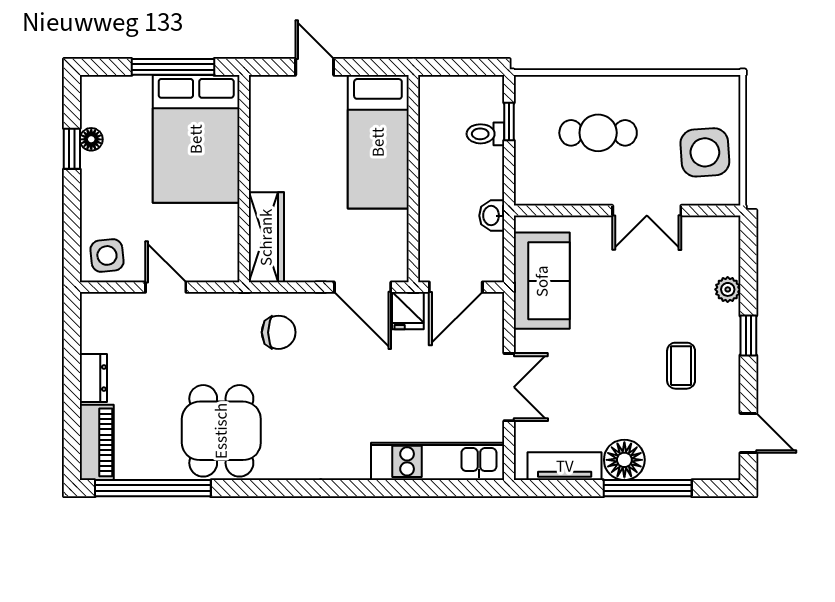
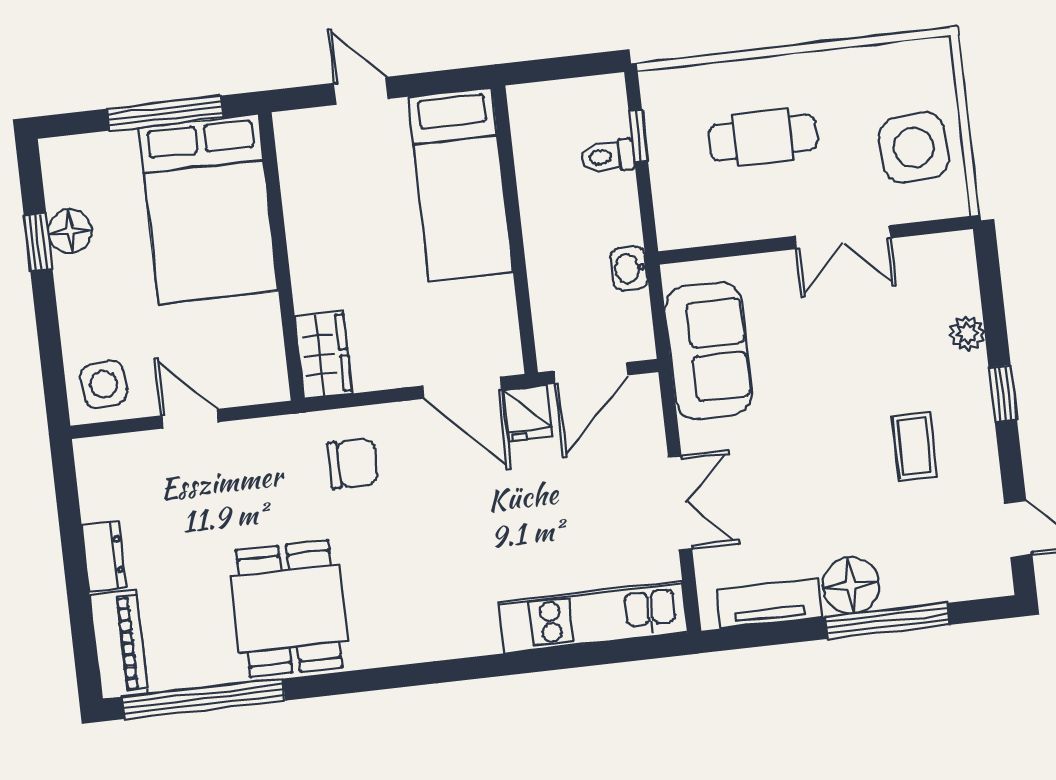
floor lamp: (91, 139) -> (70, 231), width x1.37, depth x1.37
wardrobe: (266, 237) -> (323, 355), width x0.67

